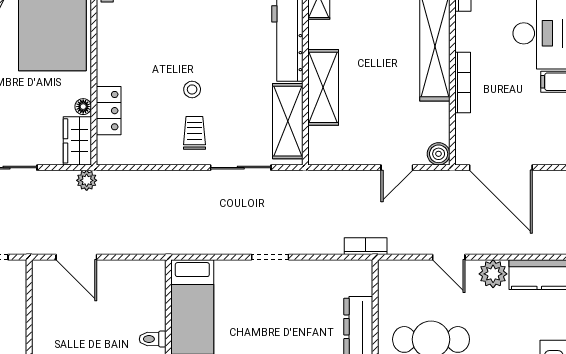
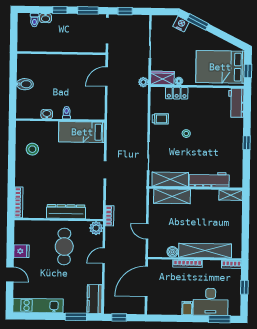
shelving: (323, 87) -> (172, 196), moved
trolley: (194, 133) -> (160, 119), moved
boiler: (439, 154) -> (172, 252), moved
plant: (493, 274) -> (96, 228), moved

